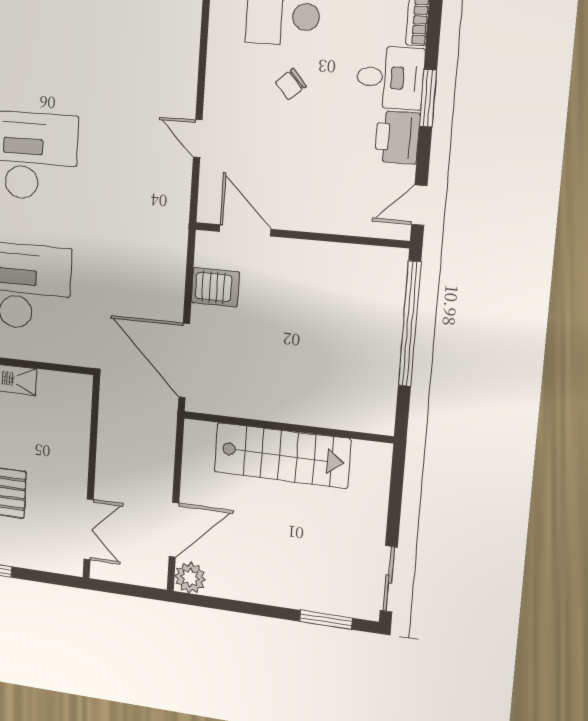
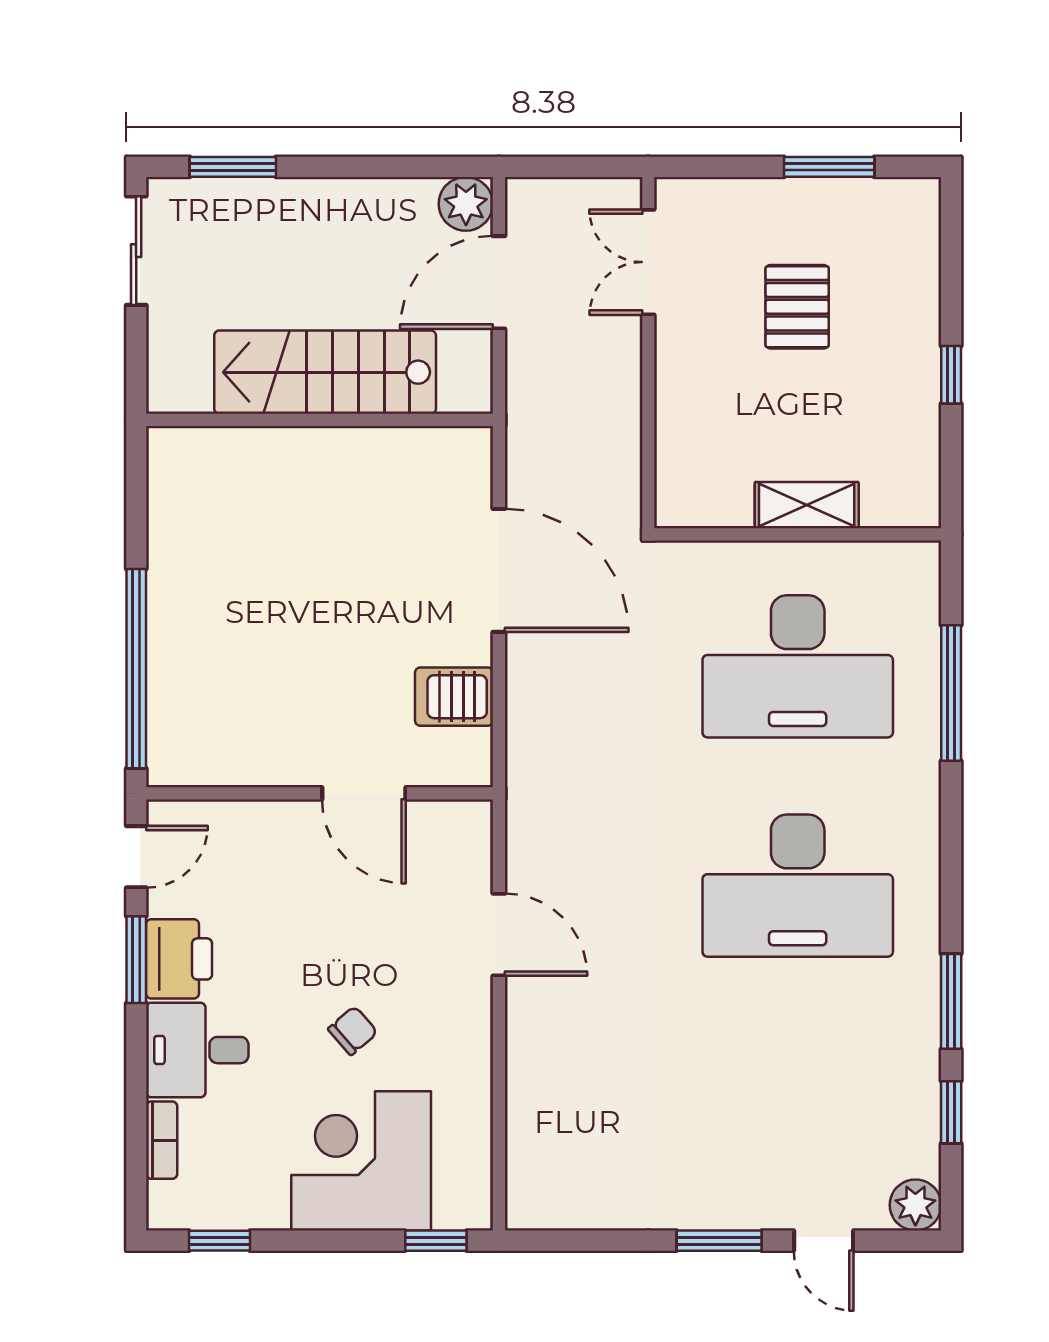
window: (428, 98) -> (136, 960), moved
door: (198, 139) -> (499, 935), width x1.37
door: (245, 230) -> (364, 793), moved
wall: (287, 427) -> (320, 420), moved
stairs: (282, 455) -> (325, 372), moved

